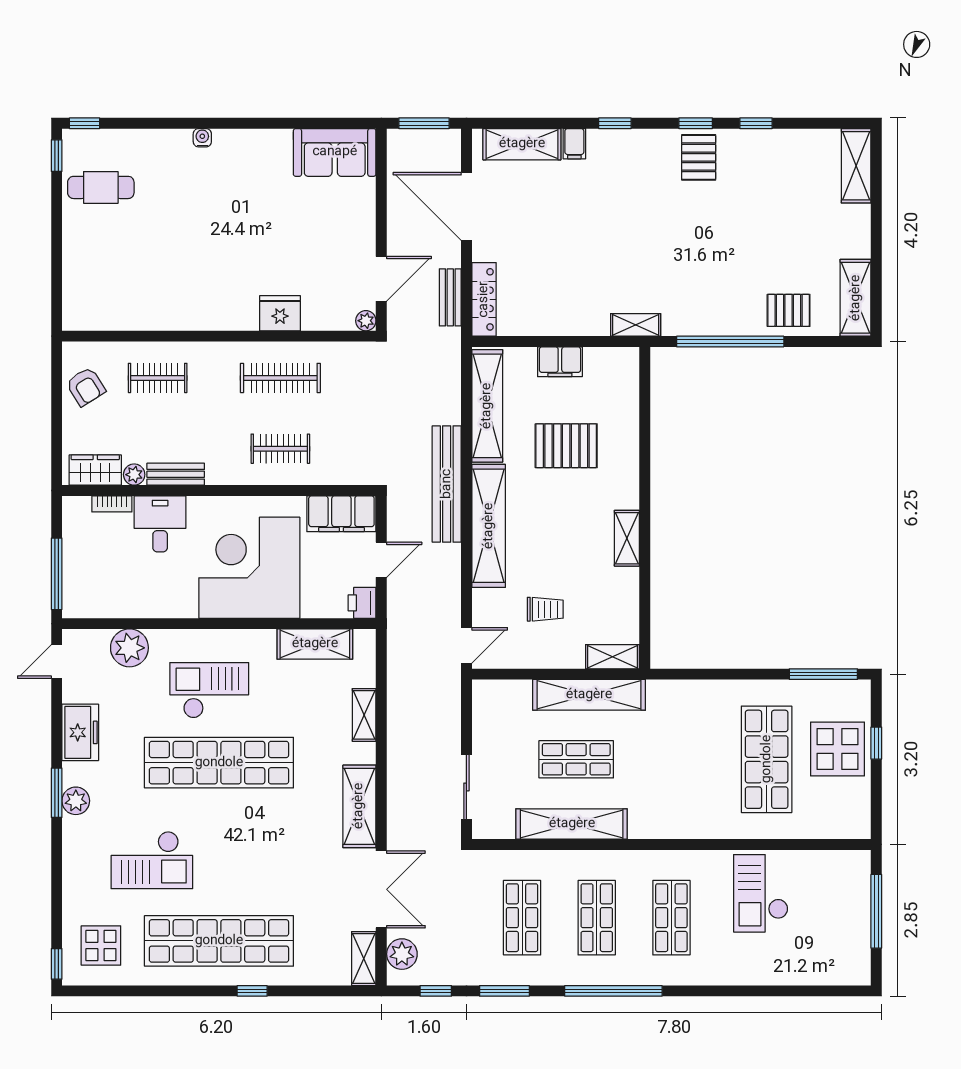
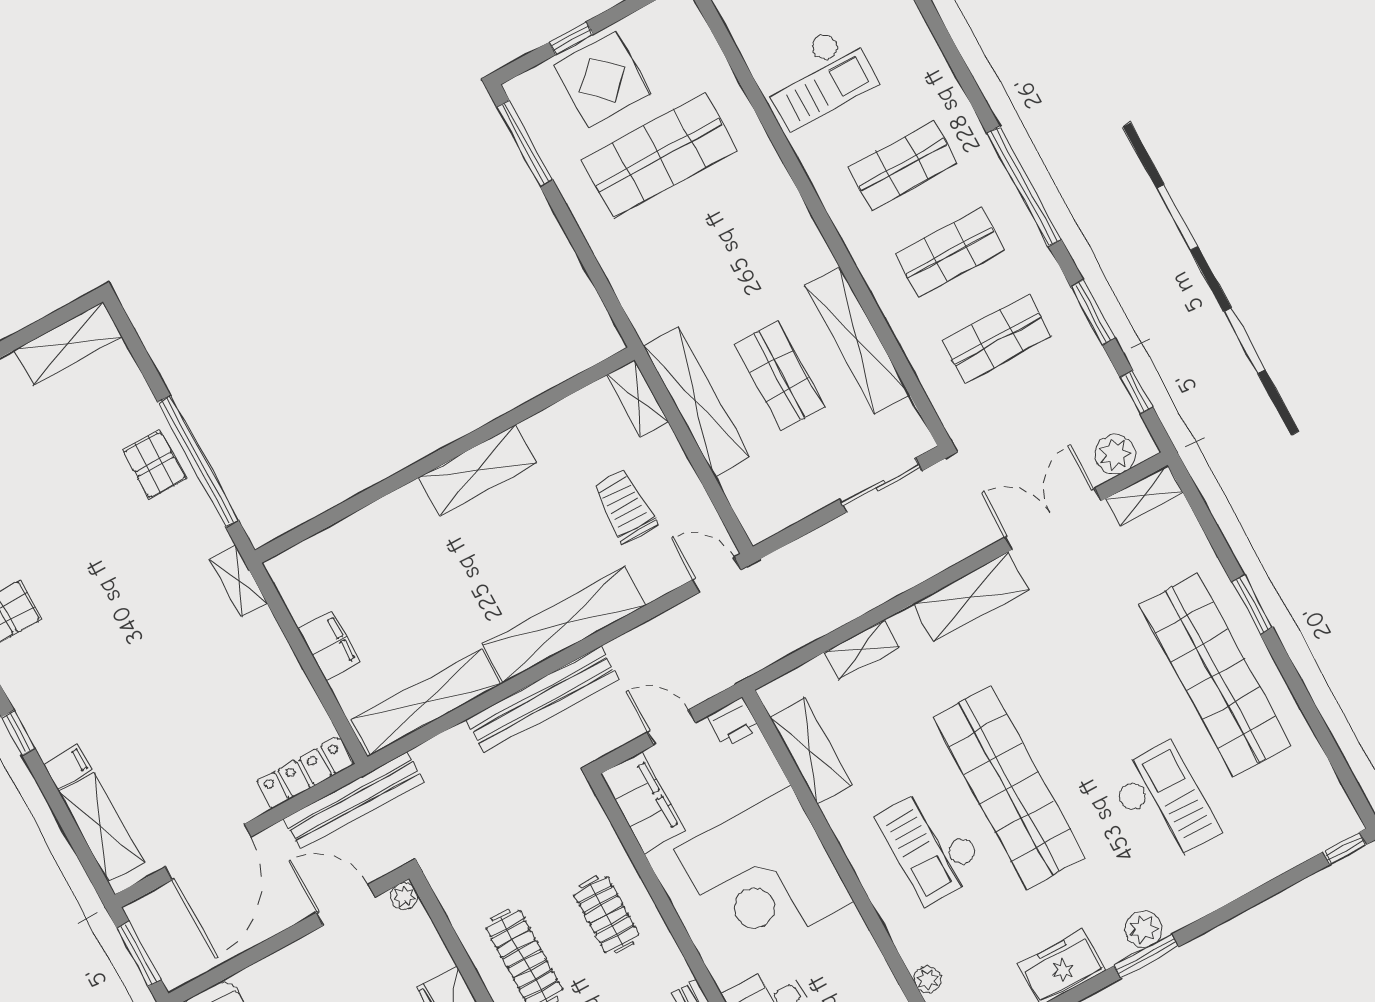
bench: (450, 297) -> (354, 800), width x1.86, depth x1.21
pallet: (789, 310) -> (154, 465), moved
pallet: (566, 446) -> (422, 585), removed
shelving: (627, 538) -> (478, 470), width x1.50, depth x1.33
trolley: (545, 609) -> (625, 506), width x1.36, depth x1.39
plant: (129, 648) -> (928, 979), width x0.53, depth x0.53
display table: (101, 946) -> (1295, 809), removed
window: (252, 991) -> (1252, 605), width x1.50

